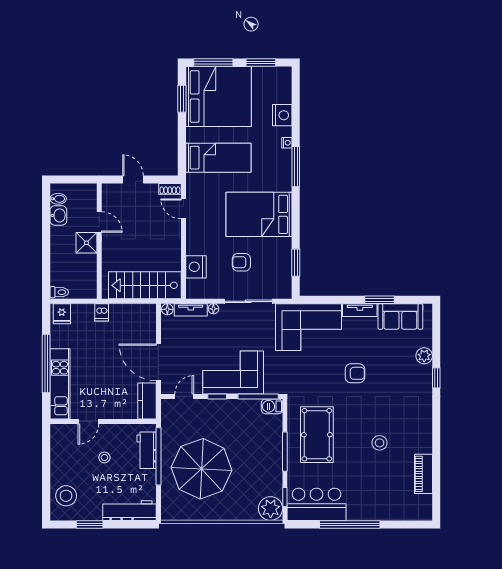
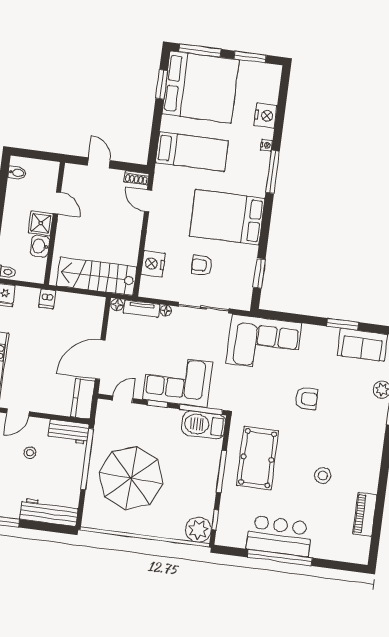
washbasin: (58, 215) -> (40, 246), moved, turned 180
tv unit: (360, 310) -> (320, 332), removed
door: (158, 362) -> (100, 360), hinge flipped
barbecue: (272, 406) -> (204, 425), width x1.88, depth x1.53
workbench: (147, 450) -> (68, 432), moved, turned -90
bar counter: (316, 504) -> (279, 536), moved

